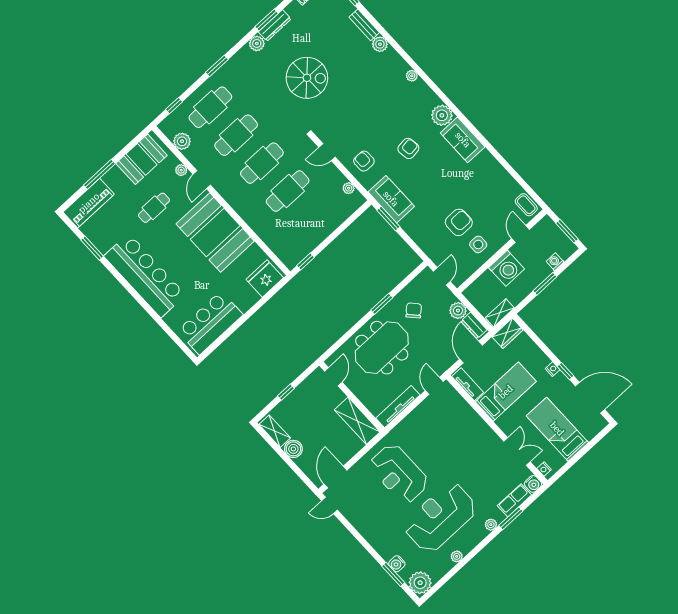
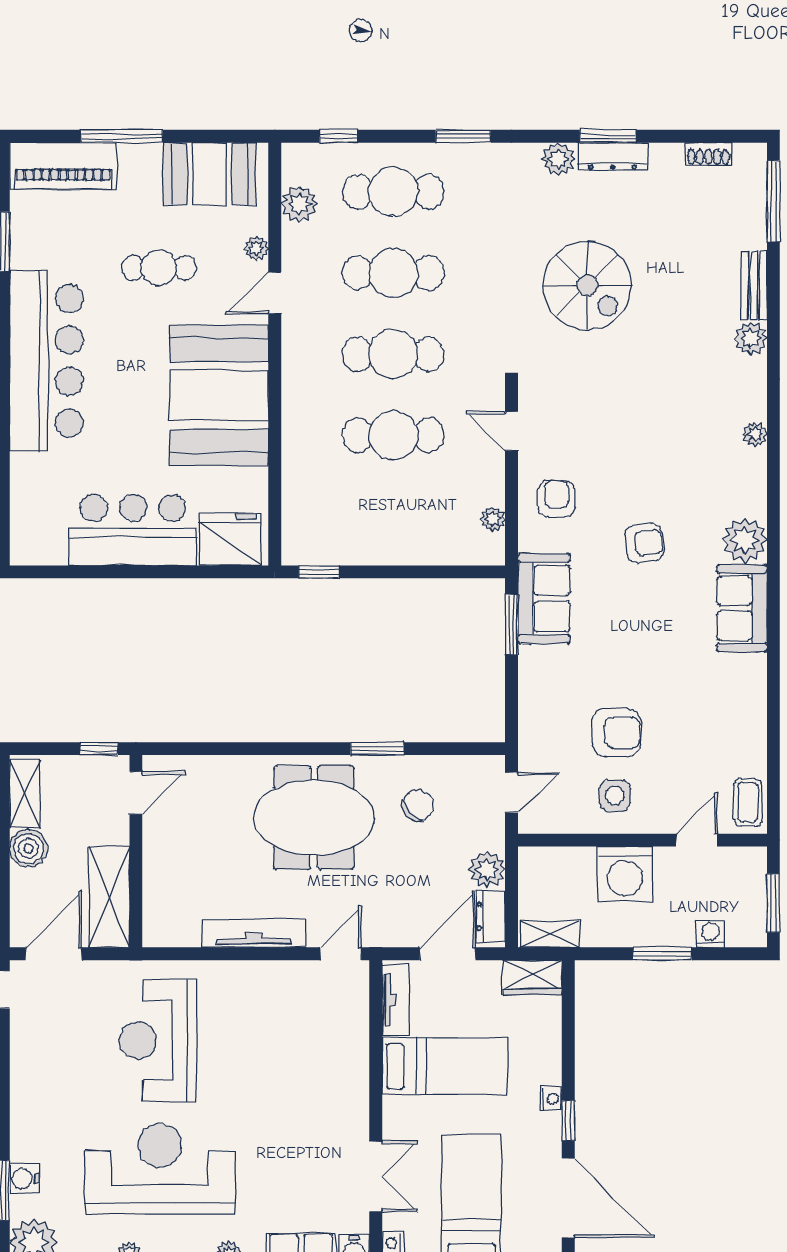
bar counter: (210, 323) -> (133, 530), moved
door: (333, 377) -> (136, 793), moved
wall: (352, 397) -> (136, 851), moved
shelving: (357, 421) -> (109, 897), moved

